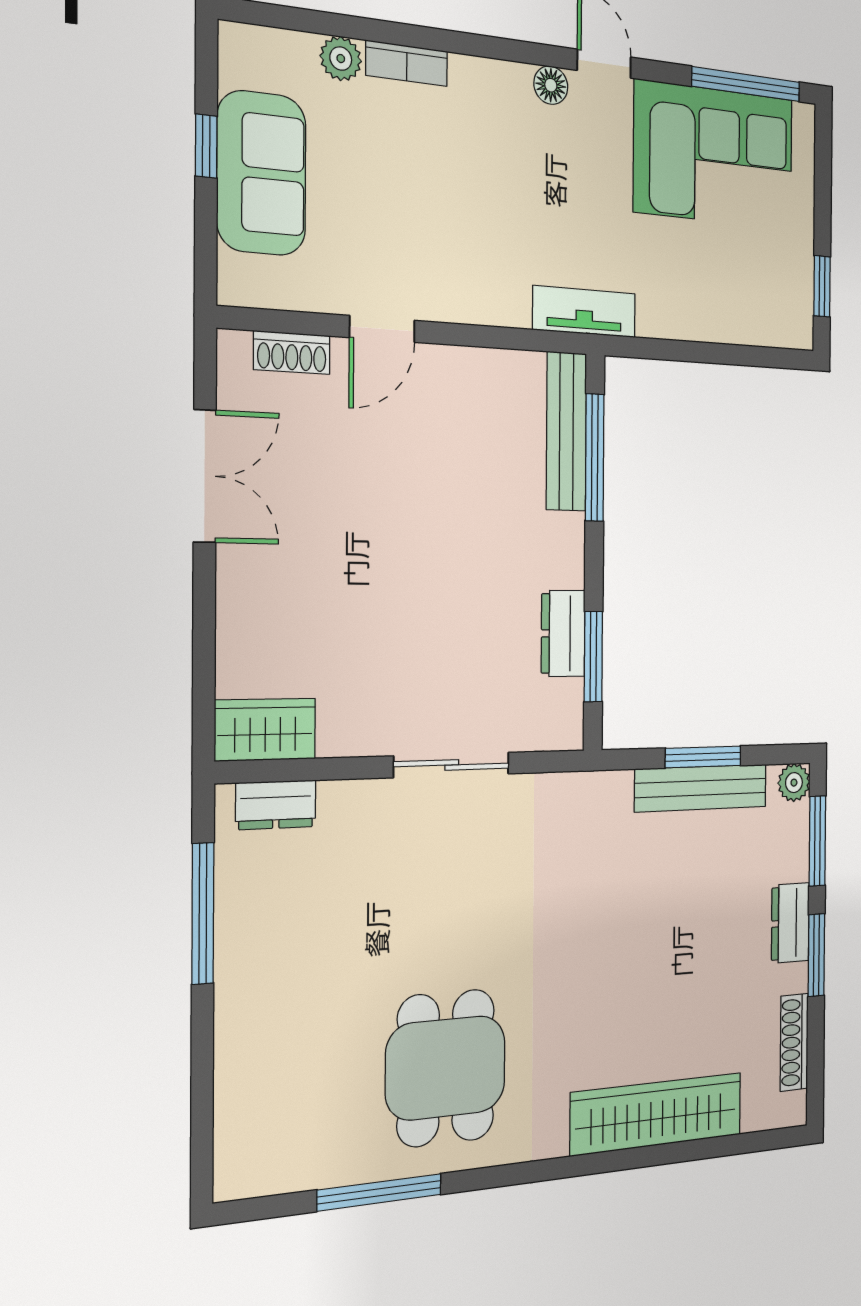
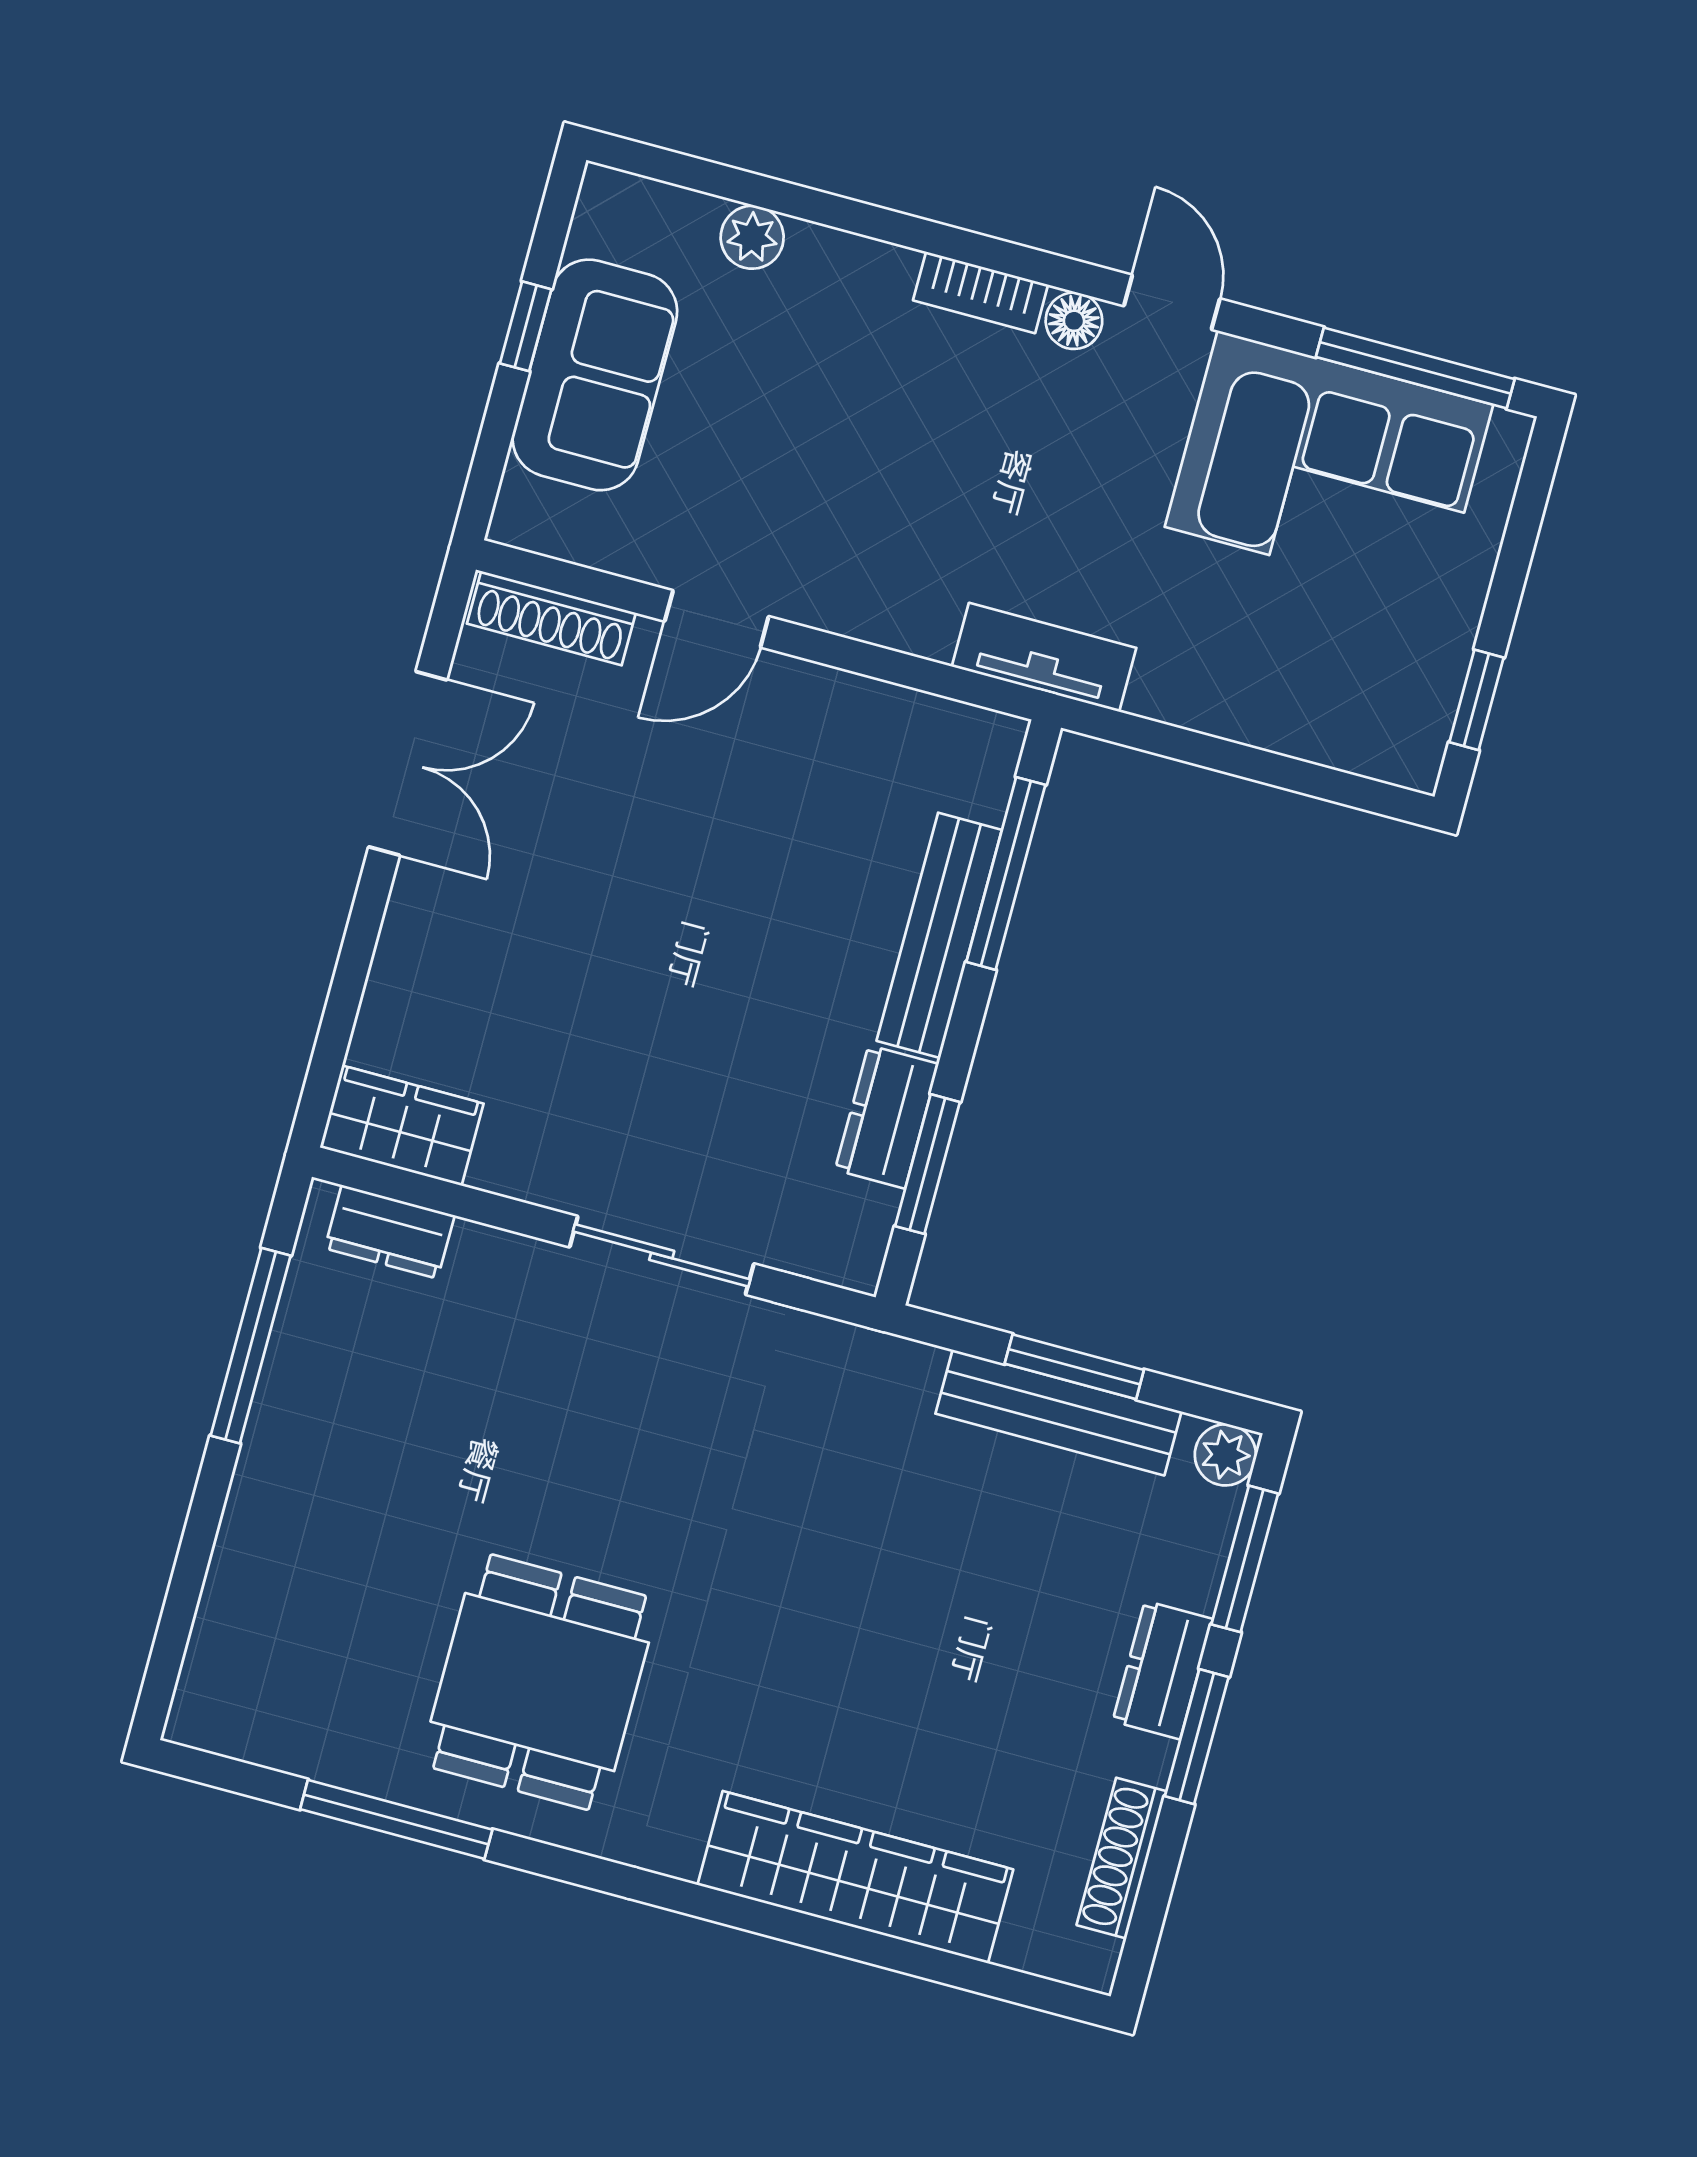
bookcase: (407, 63) -> (981, 292), moved
shoe rack: (292, 353) -> (551, 618), width x1.43
bench: (566, 432) -> (939, 935), moved

